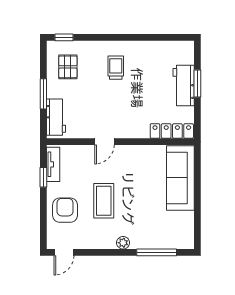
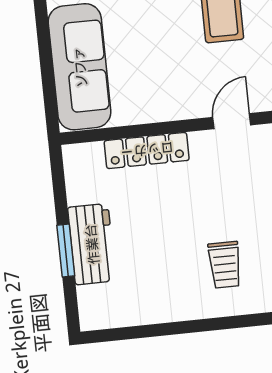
locker: (172, 131) -> (147, 150), moved

